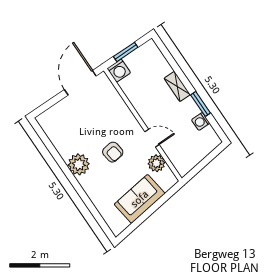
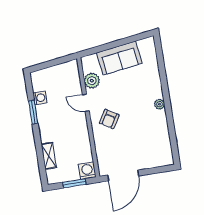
shelving: (177, 86) -> (49, 156), moved
armchair: (113, 152) -> (109, 119), moved, turned -140
plant: (79, 164) -> (159, 104), width x0.53, depth x0.53

